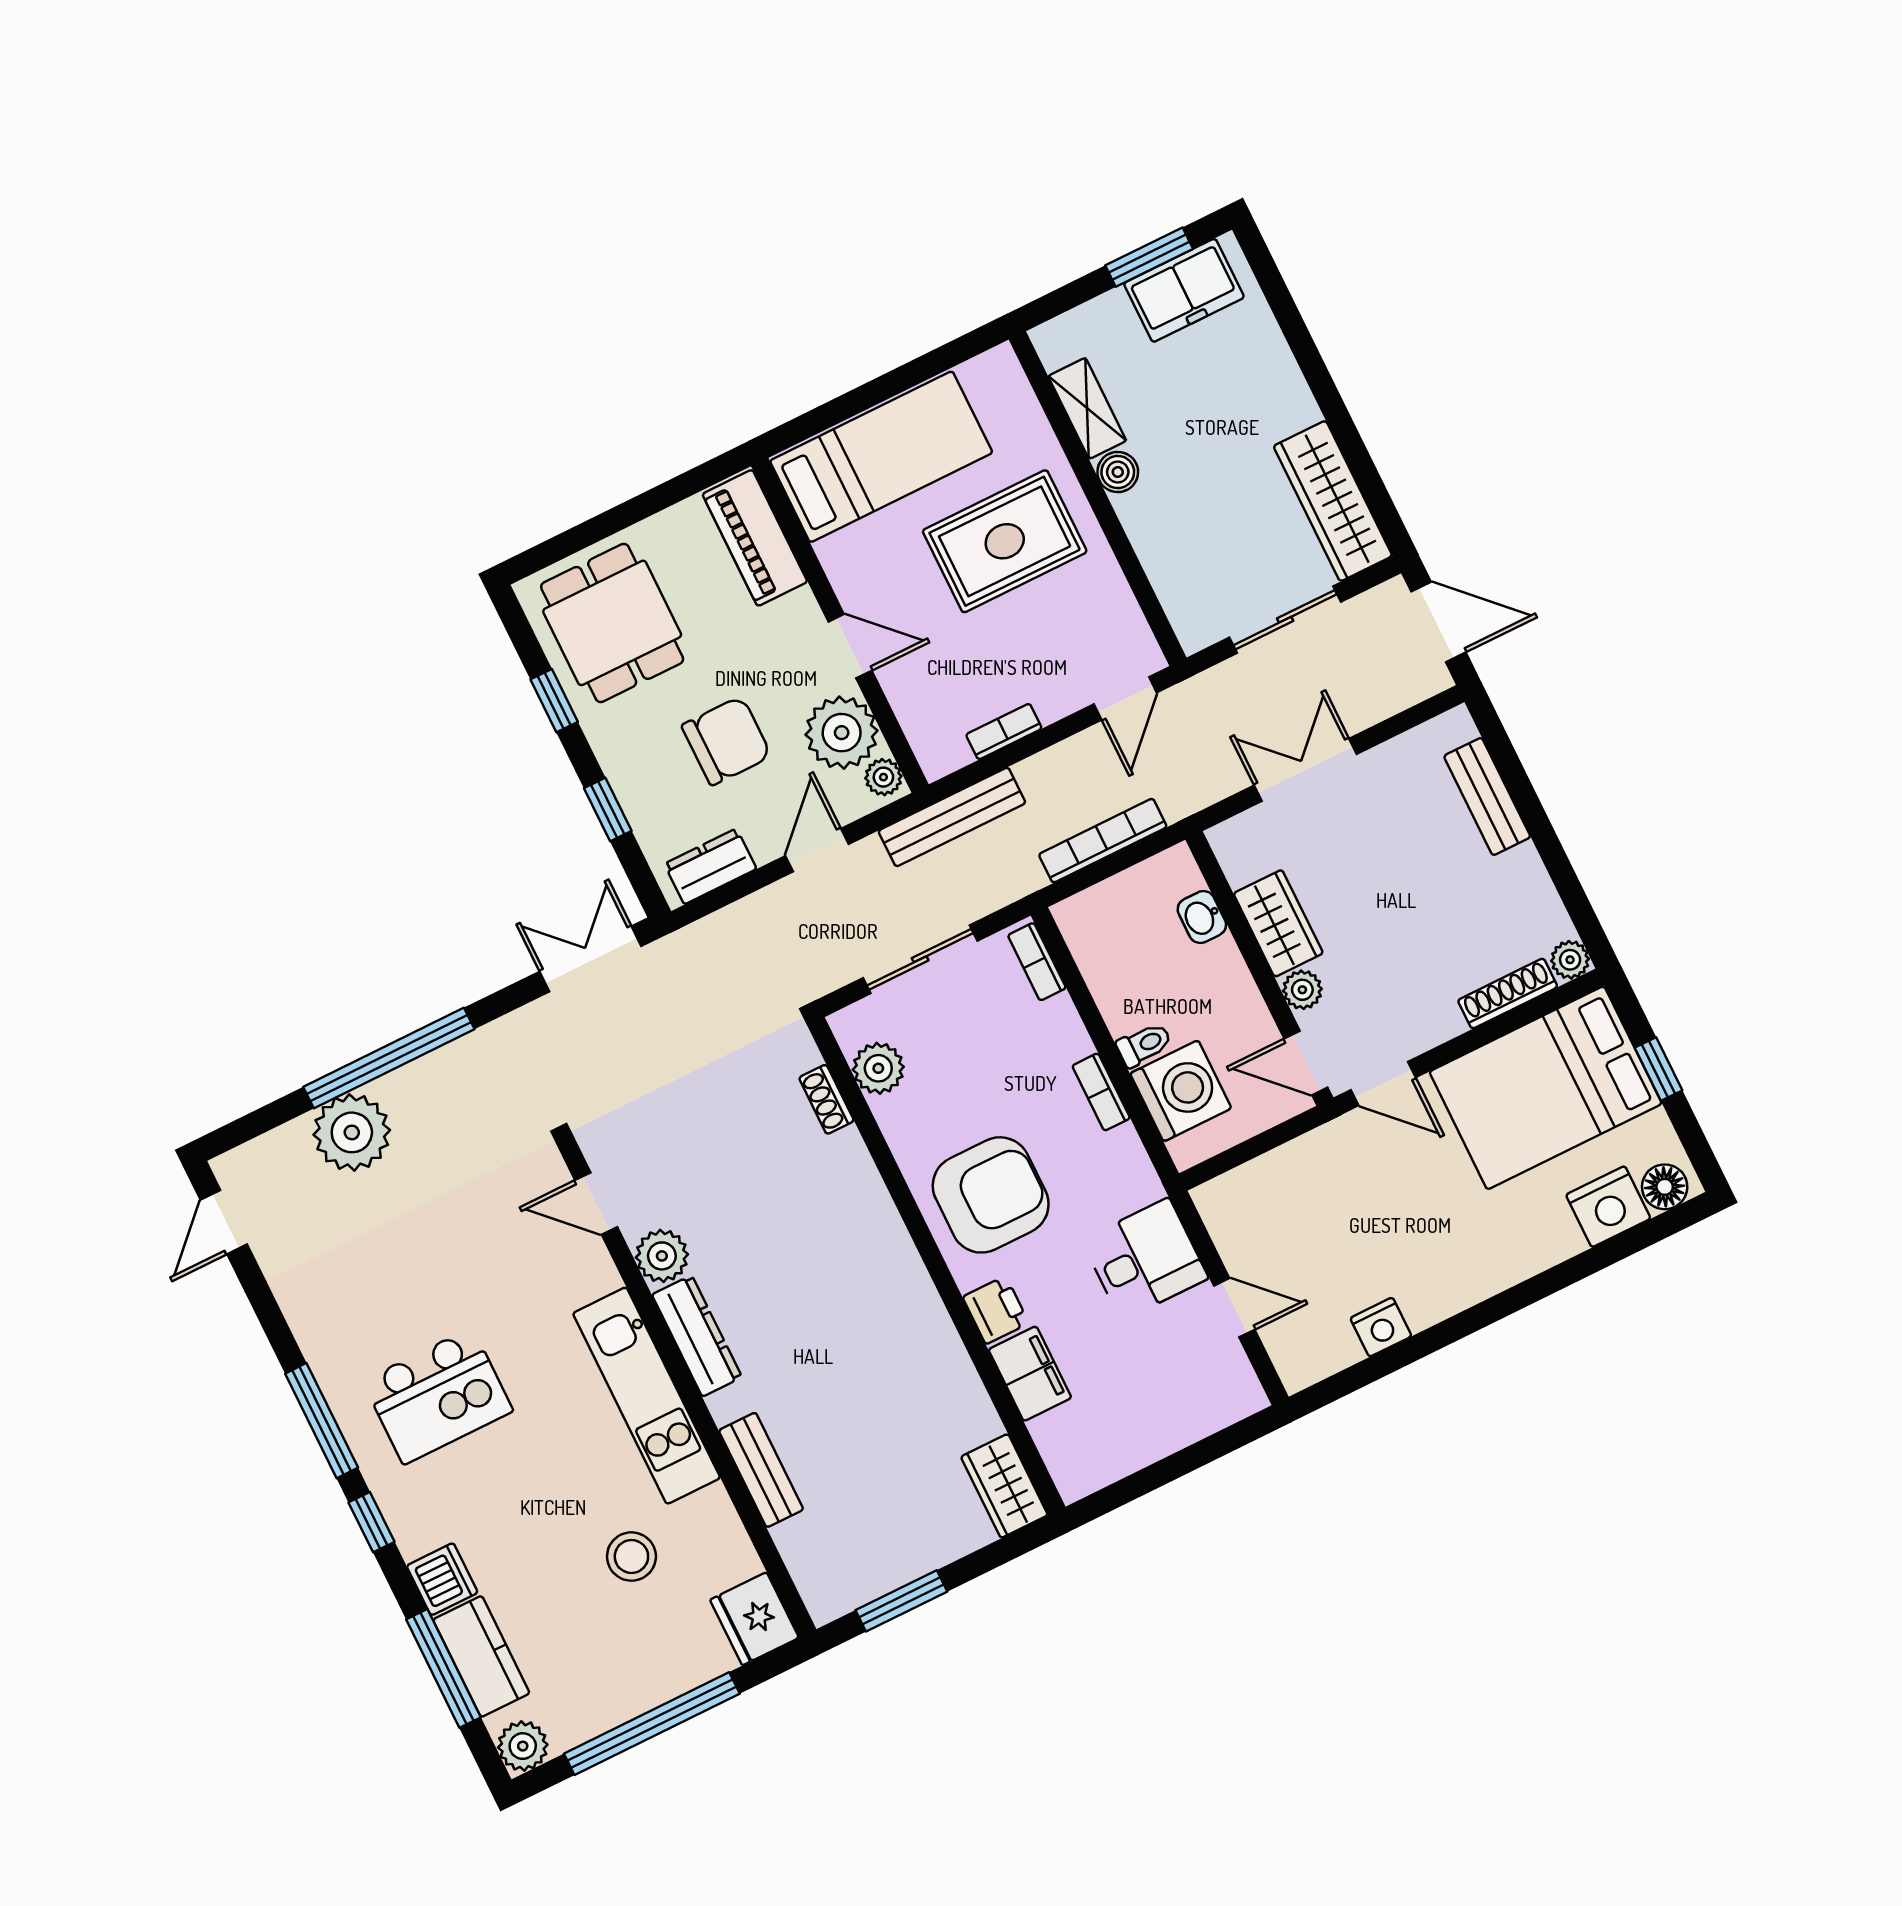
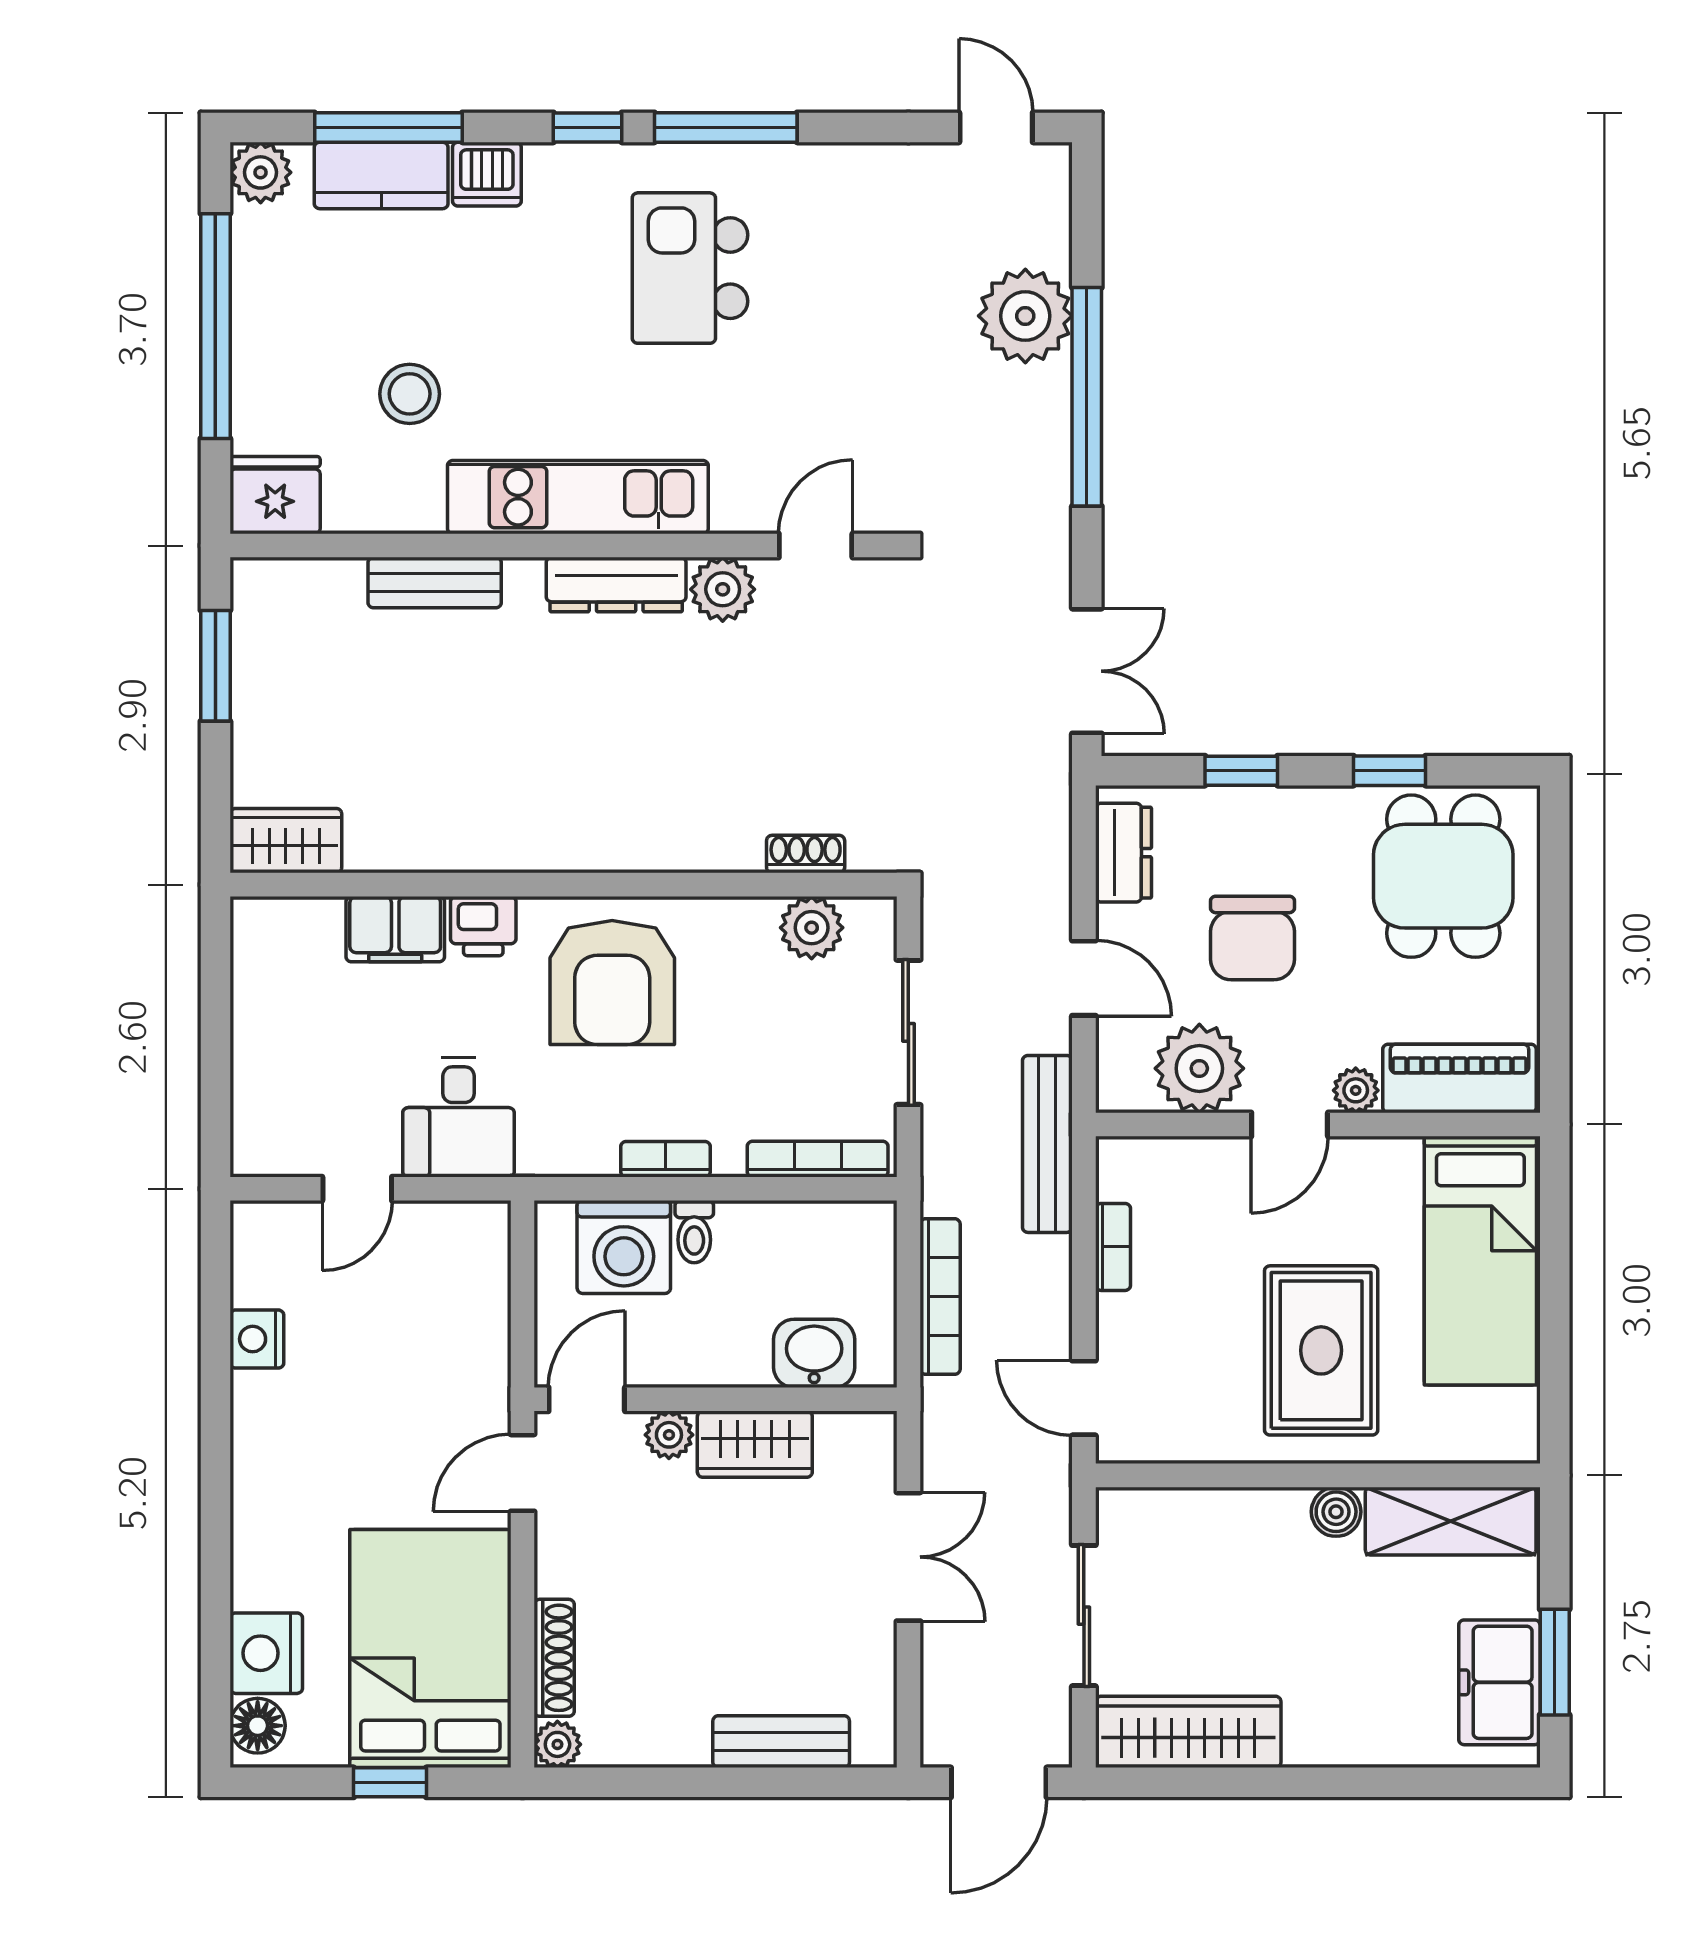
shelving: (1087, 408) -> (1451, 1521), width x1.50, depth x1.33
dining table: (612, 623) -> (1443, 876), turned 90
plant: (883, 777) -> (1356, 1090), moved
washbasin: (1202, 917) -> (814, 1353), width x1.38, depth x1.45
bookcase: (1037, 962) -> (818, 1159), width x1.56

